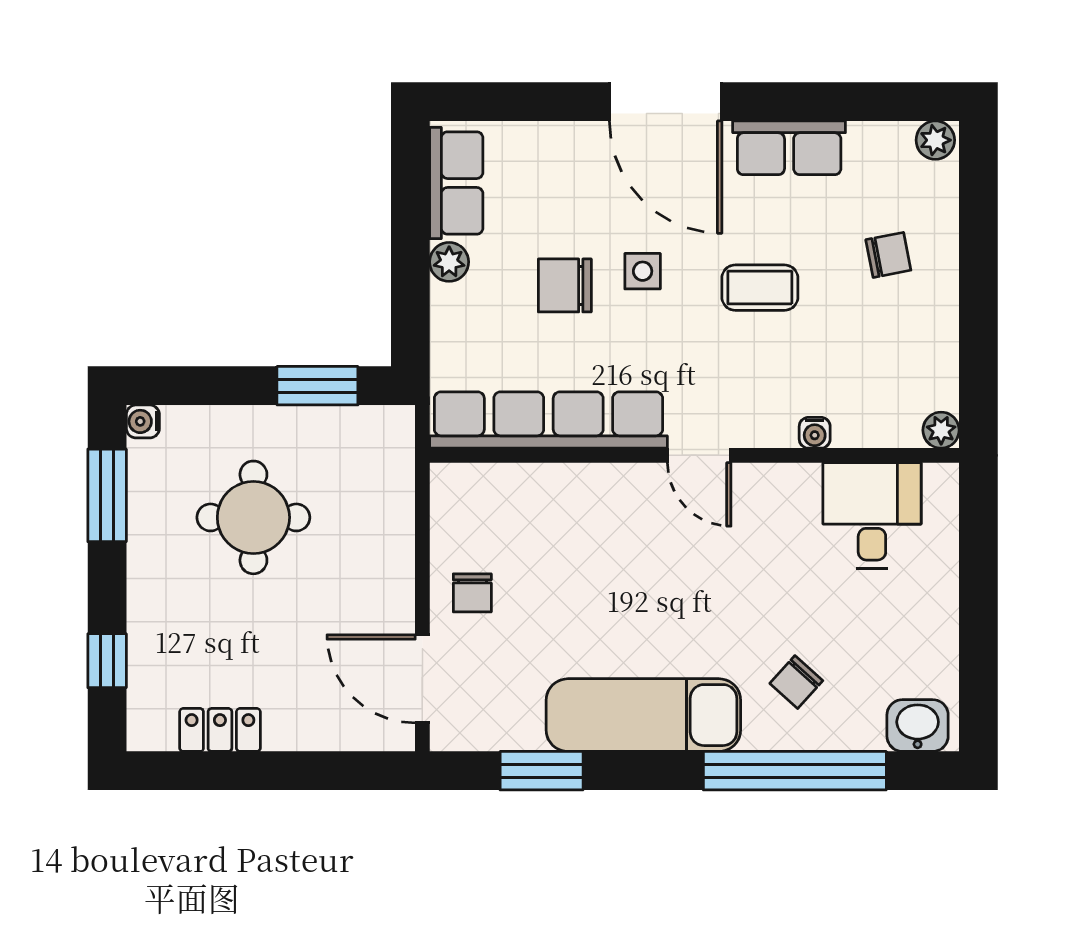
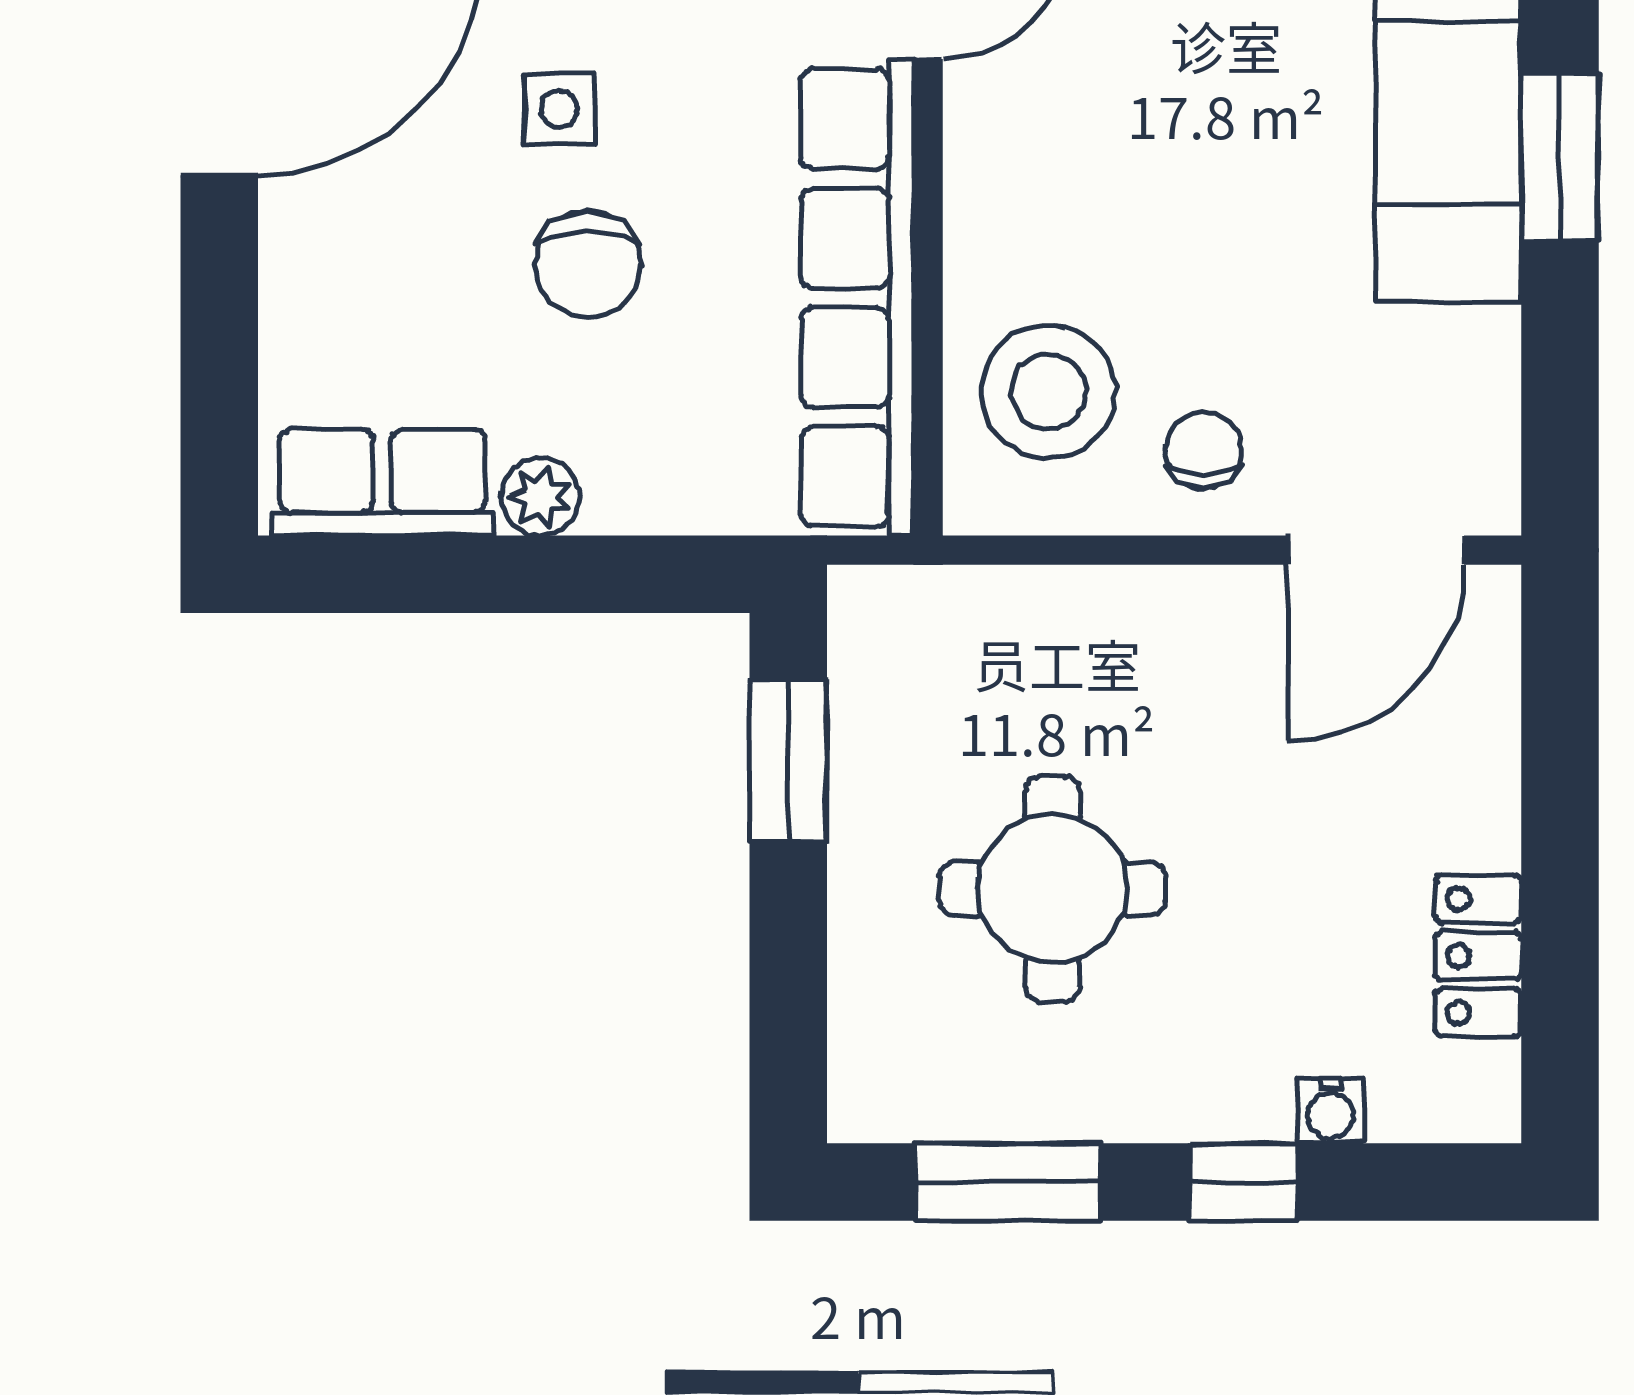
water cooler: (143, 421) -> (1331, 1110), moved
stool: (502, 516) -> (1049, 392), added
chair: (472, 593) -> (1204, 450), turned -90
window: (107, 661) -> (1244, 1182), moved
window: (542, 771) -> (1560, 157), moved

